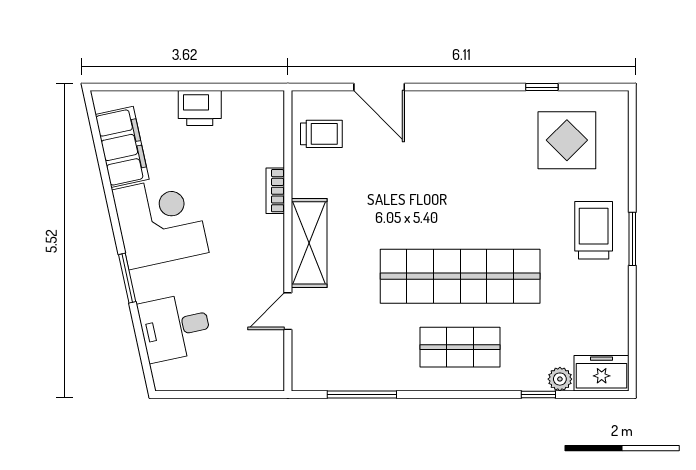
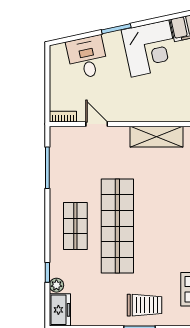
bookcase: (275, 191) -> (63, 117), moved
shelving: (309, 243) -> (156, 137), moved

